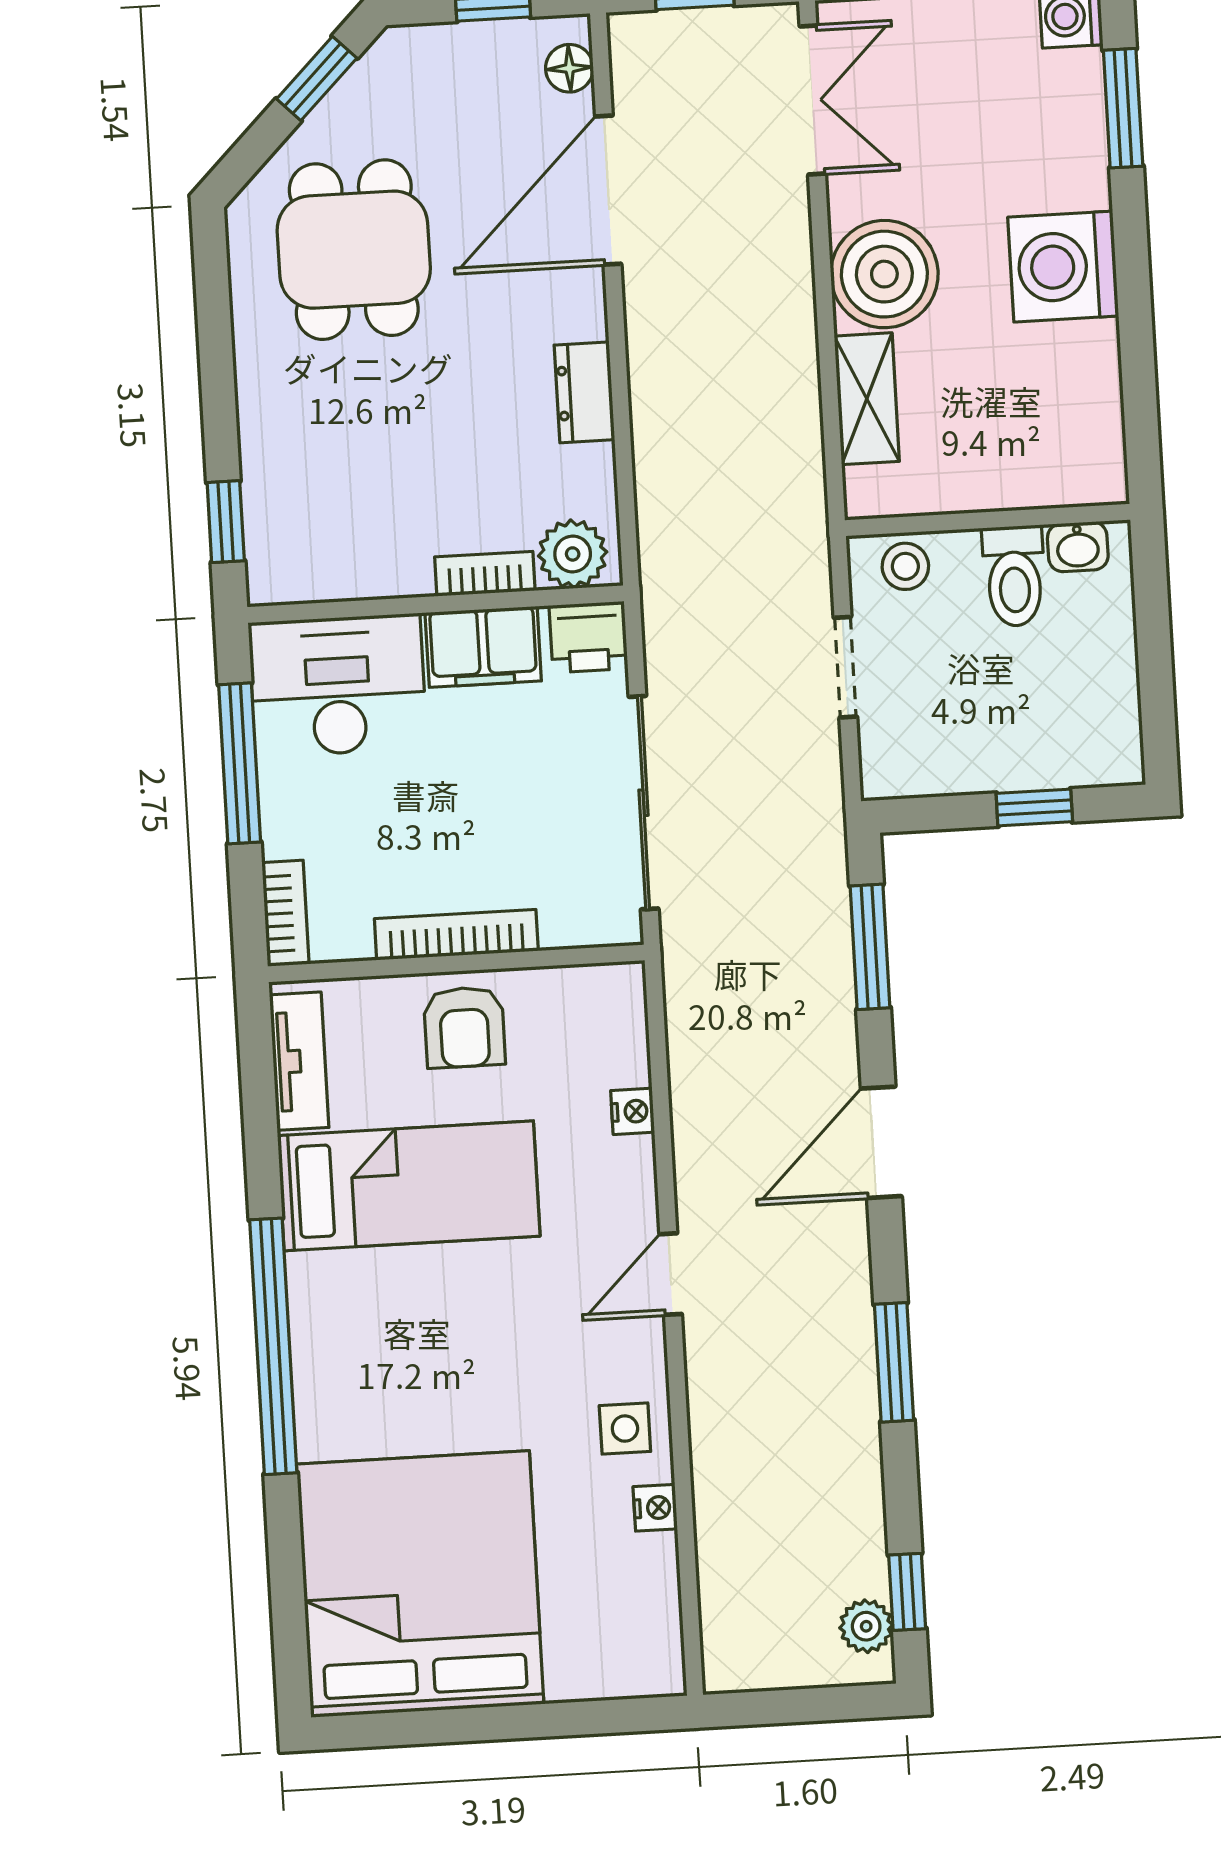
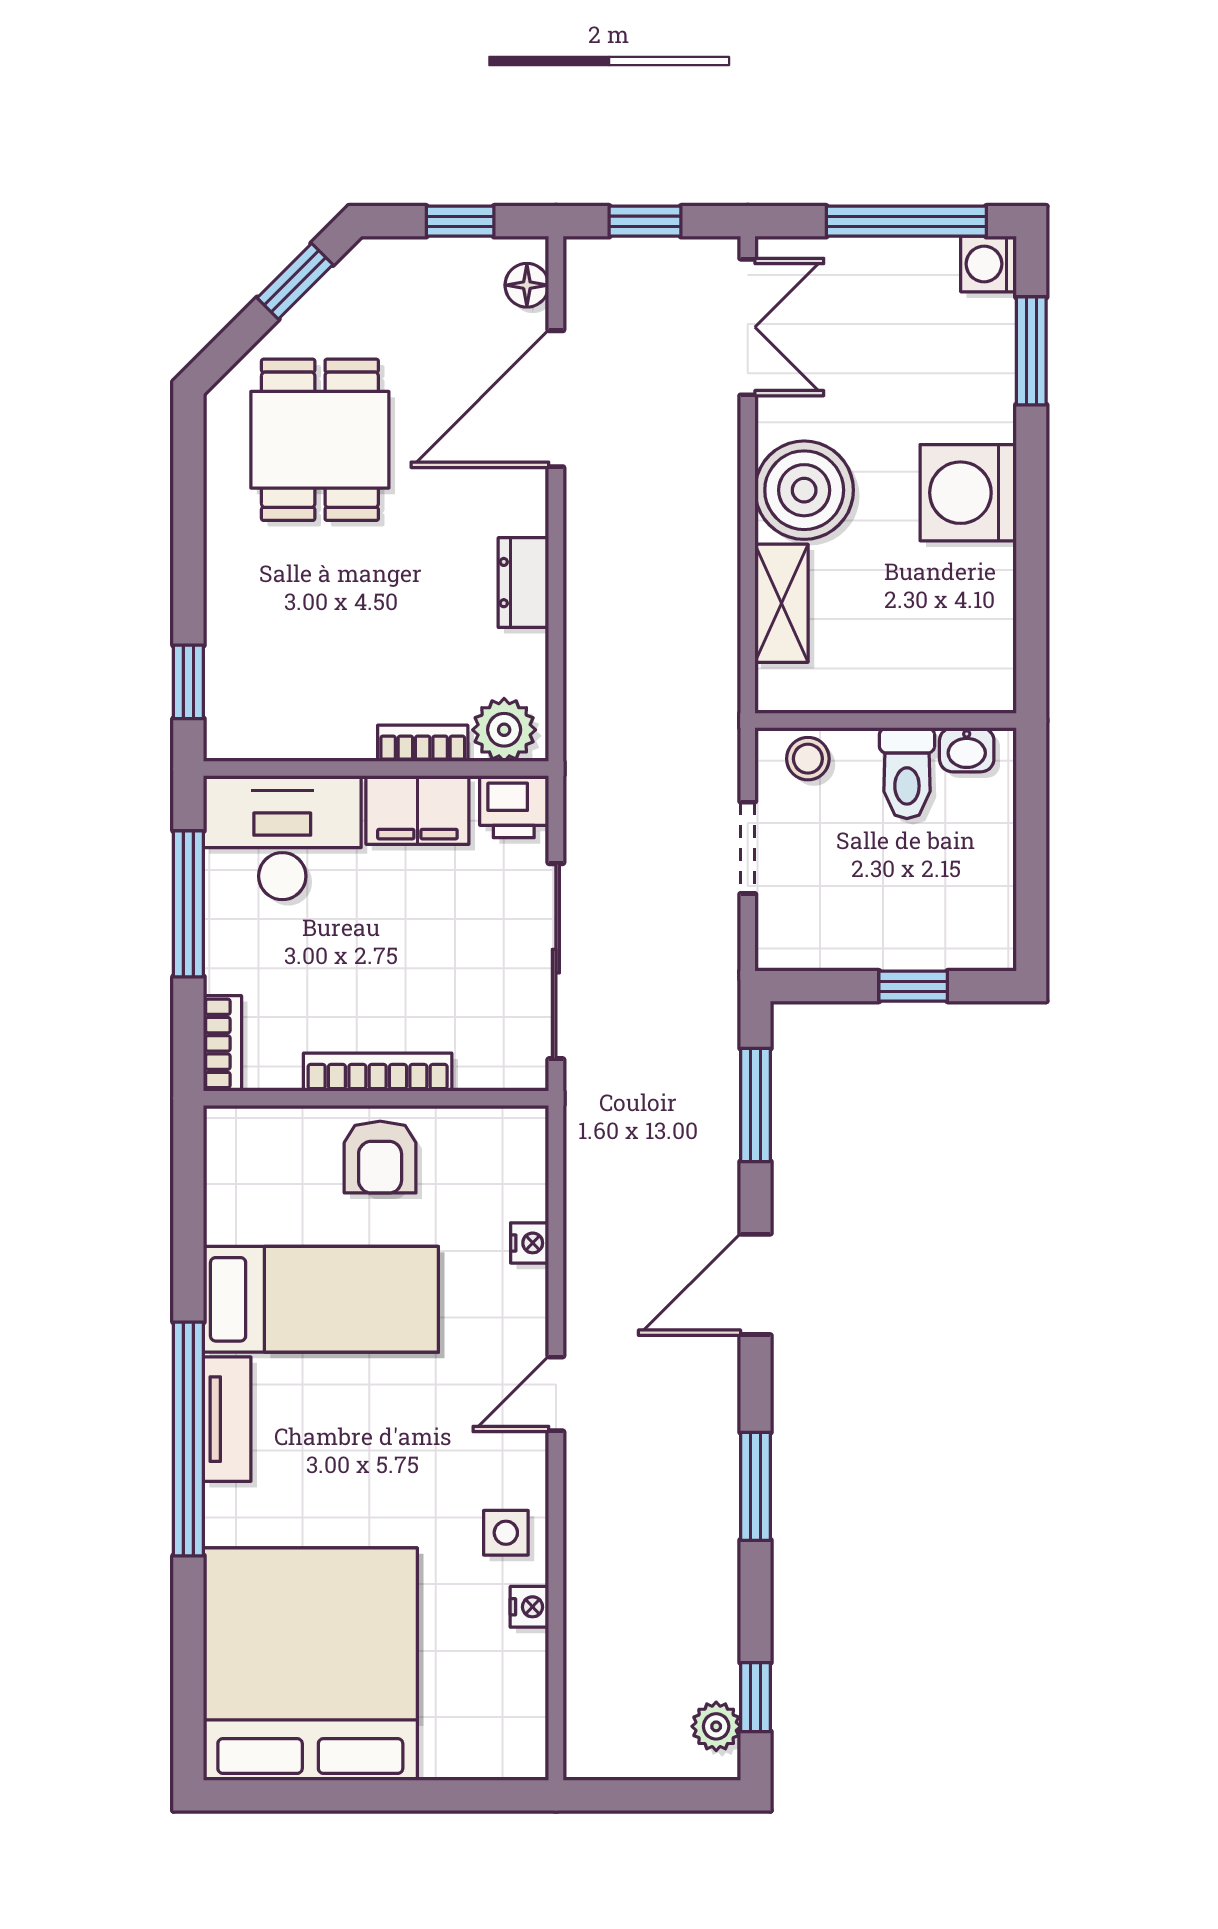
tv unit: (299, 1061) -> (227, 1419), moved

